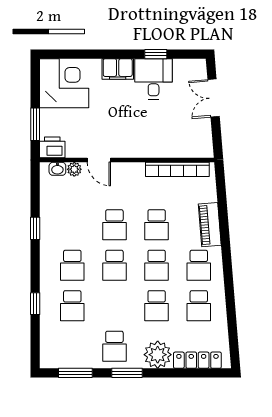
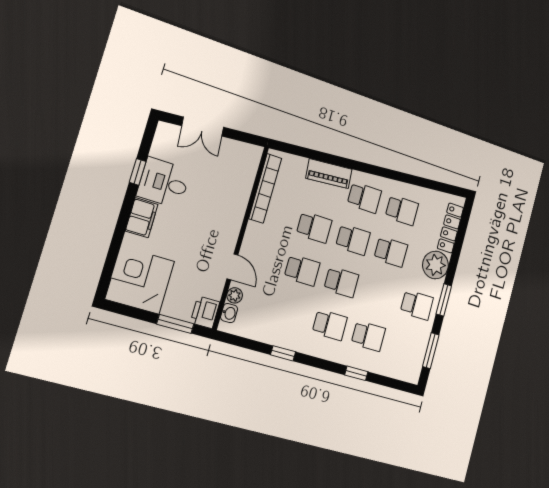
door: (99, 160) -> (232, 267), hinge flipped

